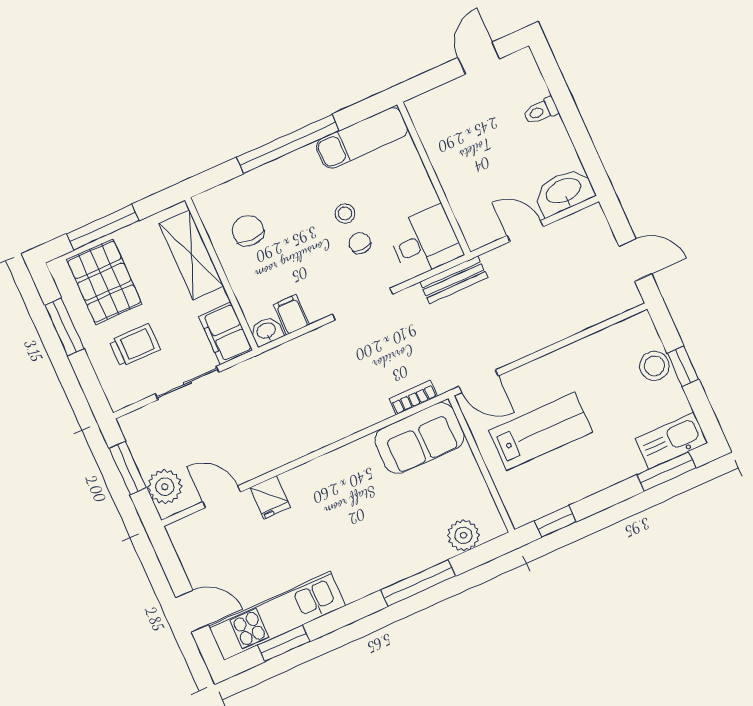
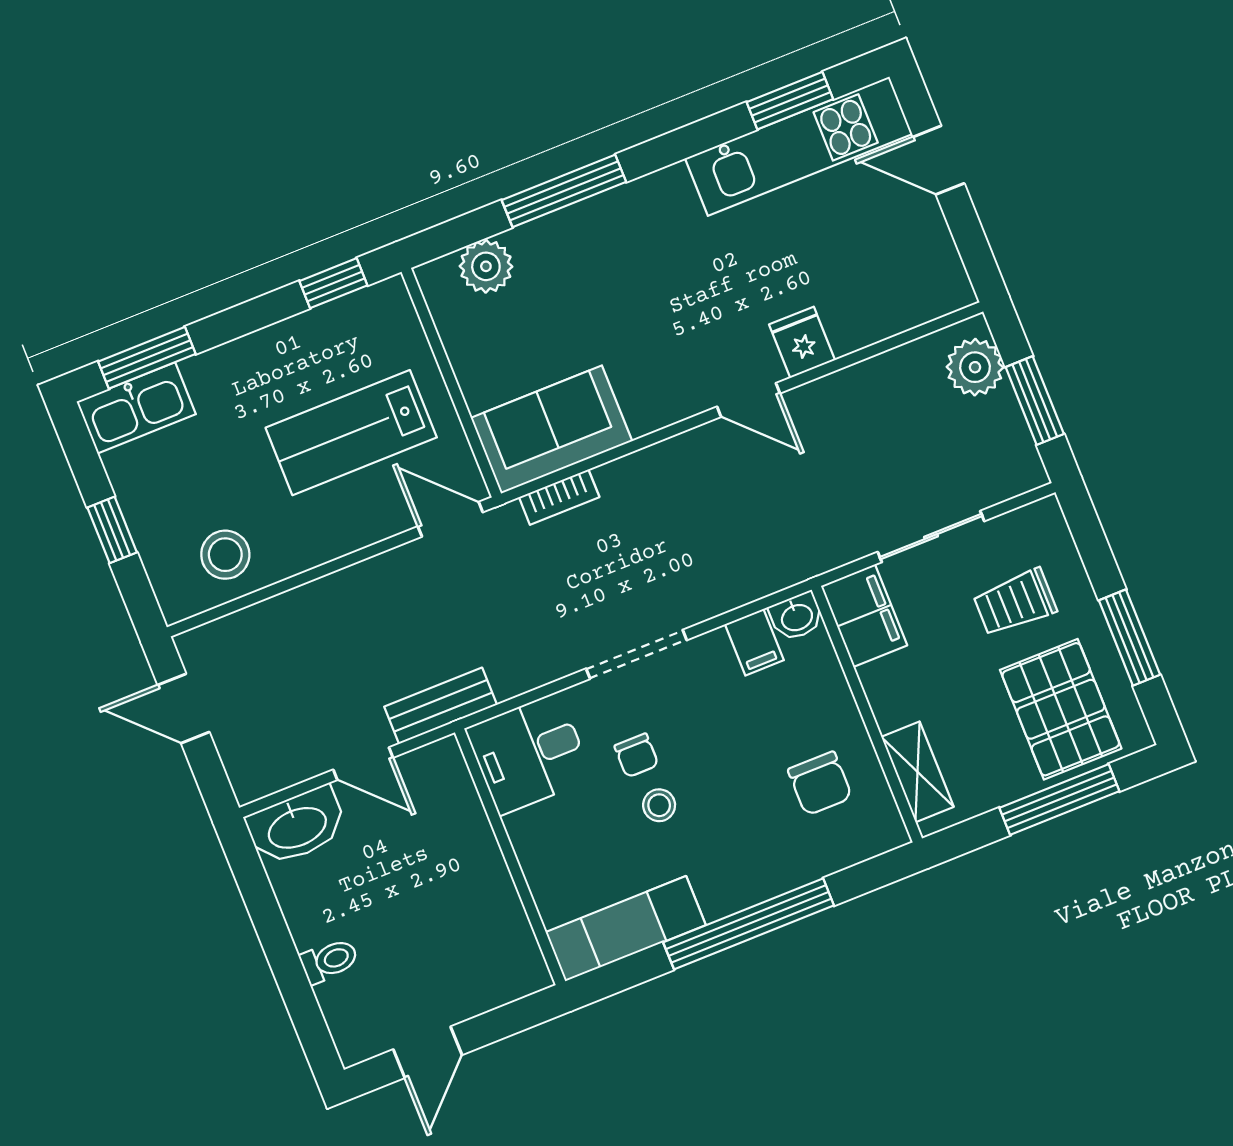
shelving: (191, 255) -> (917, 772), width x0.67, depth x0.75
bench: (454, 280) -> (441, 706), moved
stool: (654, 366) -> (225, 555), moved
door: (222, 497) -> (749, 400), moved

